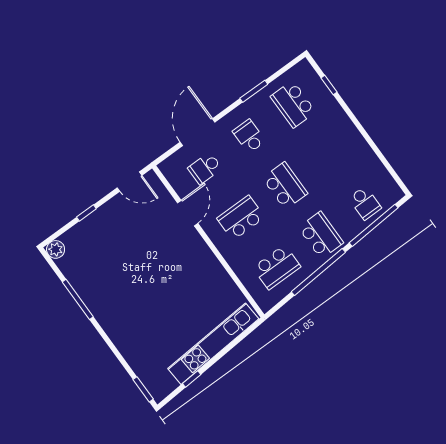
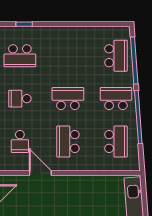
school desk: (365, 203) -> (116, 56), width x1.85

